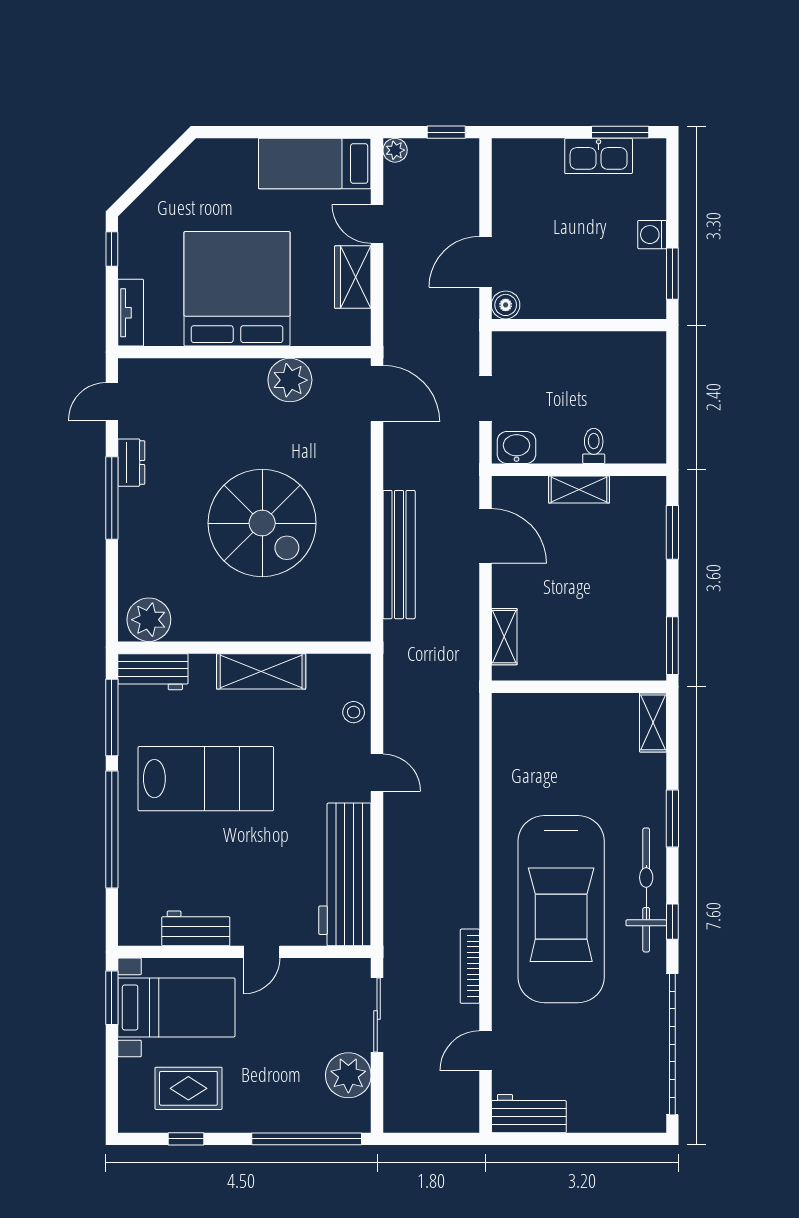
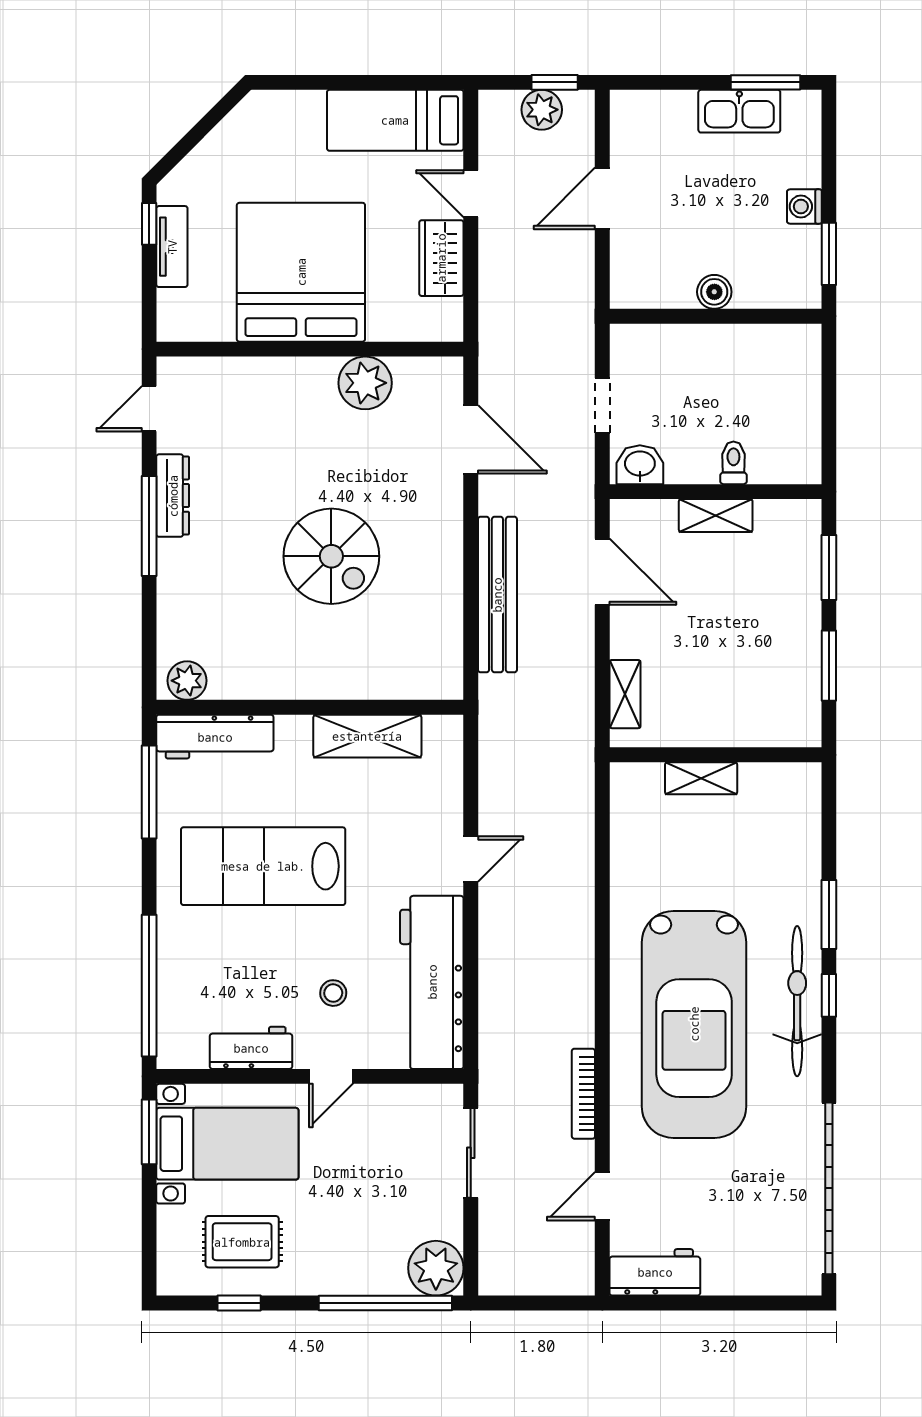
plant: (395, 150) -> (542, 110), moved, width x1.38, depth x1.38
door: (486, 262) -> (602, 198), moved
boiler: (506, 305) -> (714, 292), moved
tv unit: (131, 313) -> (172, 247), moved
door: (377, 393) -> (471, 439), moved
dresser: (131, 463) -> (173, 496), width x1.44
spiral stairs: (262, 523) -> (331, 556), width x0.73, depth x0.73
plant: (149, 620) -> (187, 681), width x0.73, depth x0.73
window: (672, 646) -> (829, 666), moved
shelving: (261, 671) -> (367, 736), moved
workbench: (153, 672) -> (215, 737), width x1.38
stool: (354, 712) -> (333, 993), moved
shelving: (653, 722) -> (701, 778), moved, turned 90
door: (377, 773) -> (471, 859), hinge flipped
lab bench: (206, 779) -> (263, 866), turned 180
window: (112, 830) -> (149, 986), moved
window: (672, 922) -> (829, 995), moved
plant: (348, 1075) -> (436, 1268), moved

